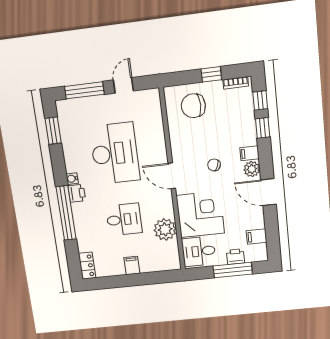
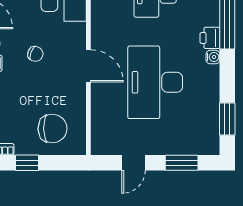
window: (84, 90) -> (182, 163), width x0.69
door: (172, 176) -> (88, 66), moved

